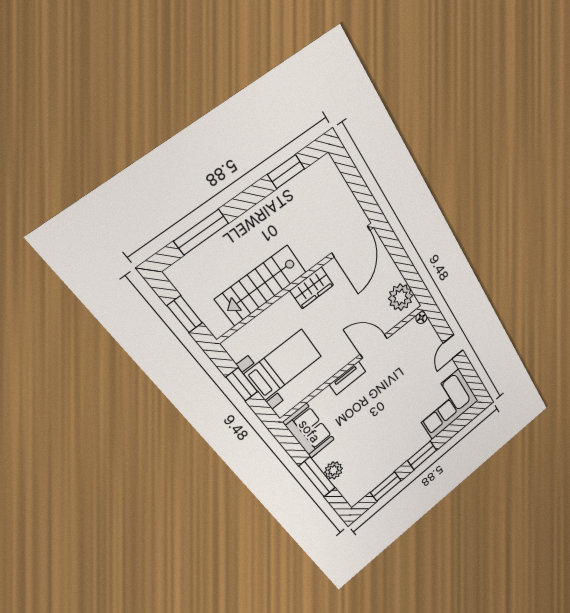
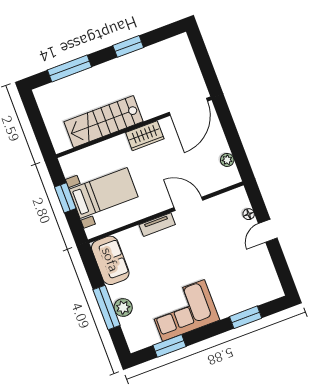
window: (286, 172) -> (128, 46), moved
plant: (401, 297) -> (227, 160), width x0.53, depth x0.53
window: (185, 314) -> (39, 127), removed
floor lamp: (421, 318) -> (249, 214), moved
corner sofa: (445, 404) -> (183, 310), moved
window: (422, 455) -> (246, 317), moved

